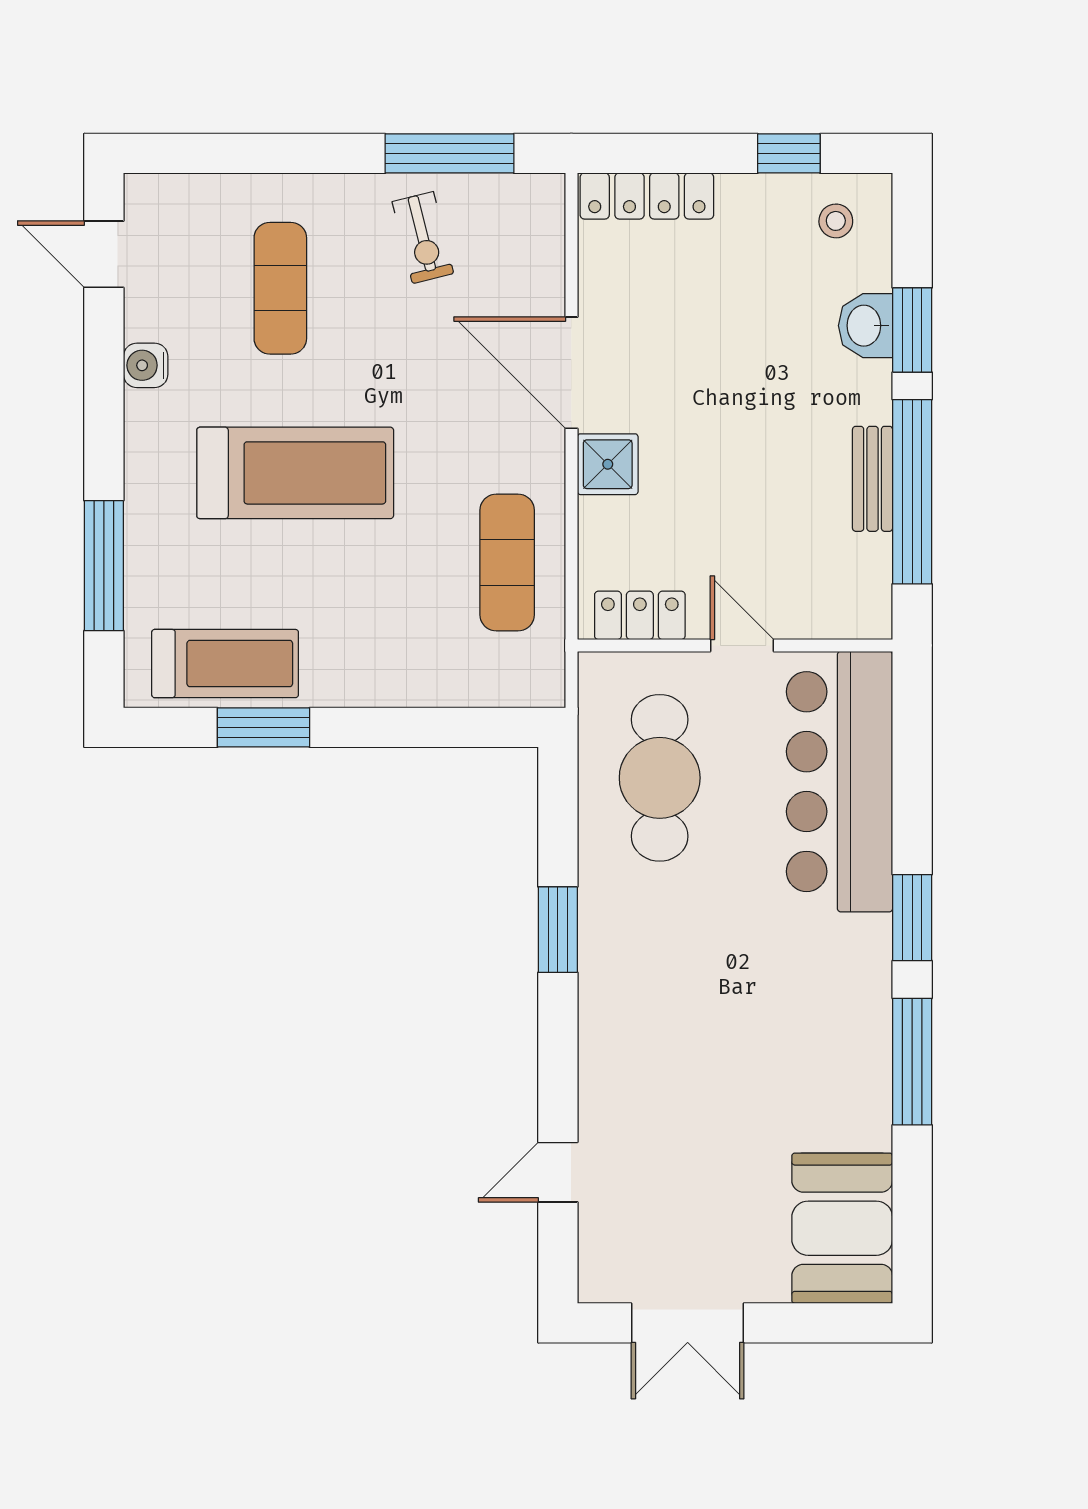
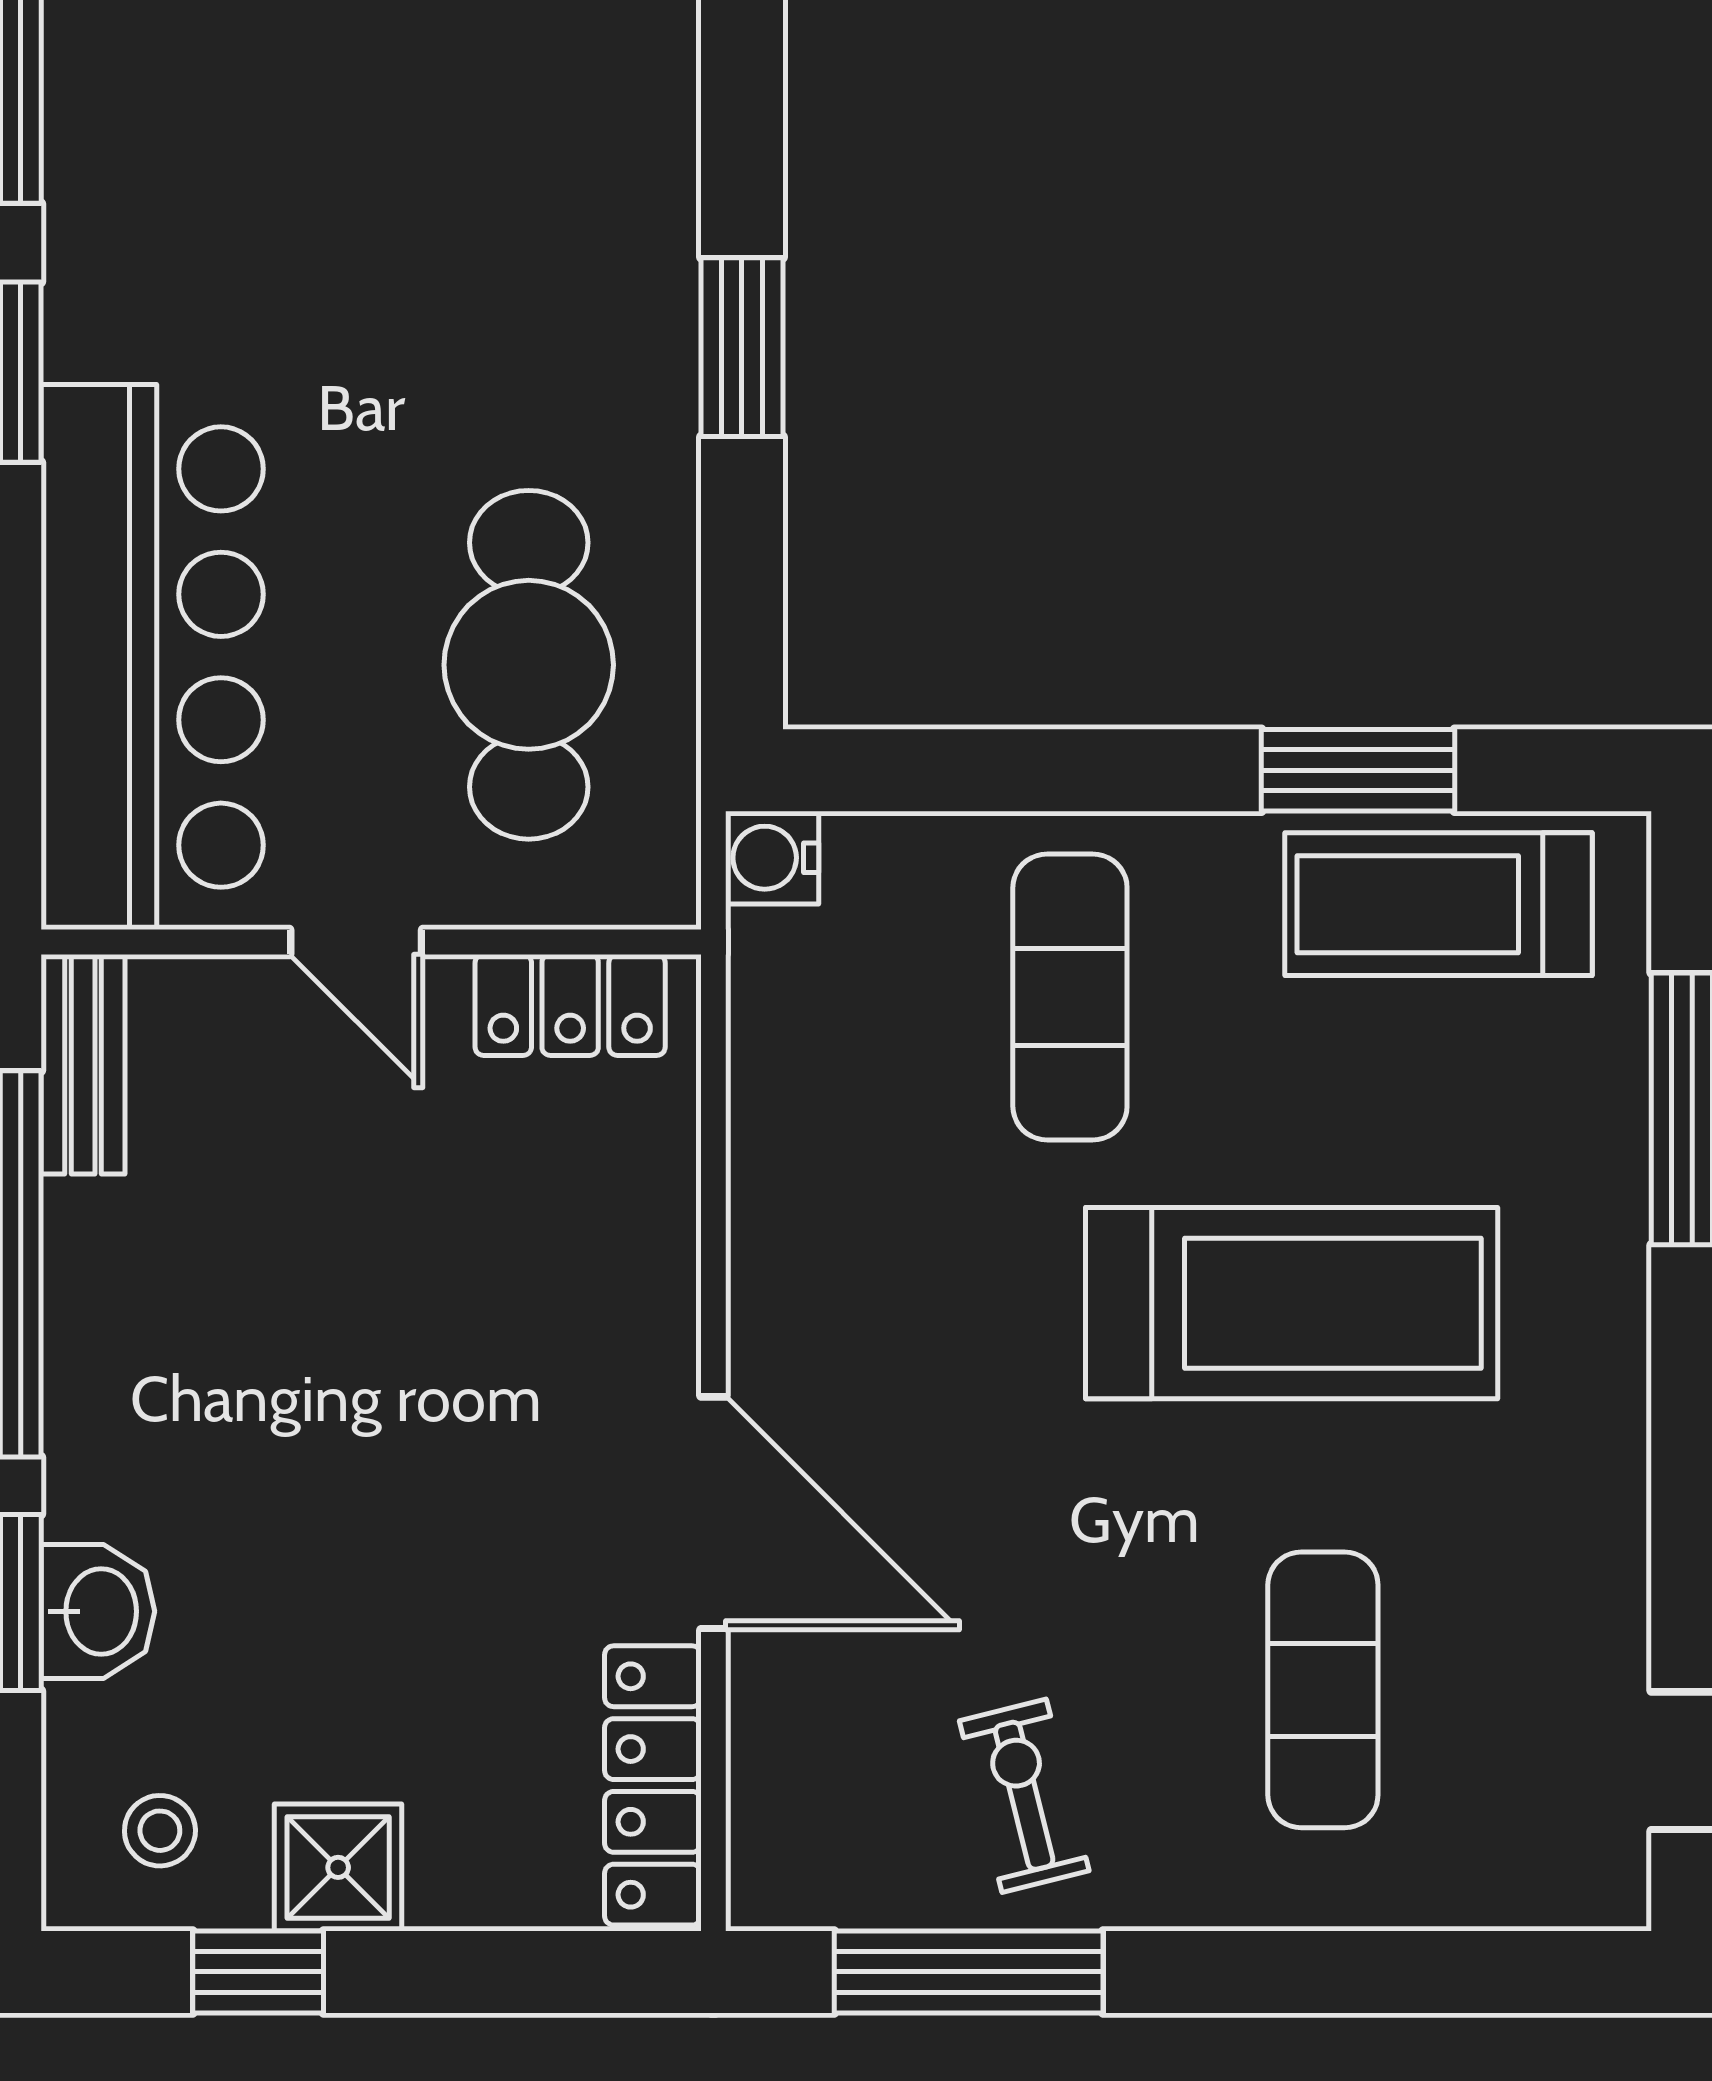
locker: (647, 196) -> (653, 1785), moved, turned -90
water cooler: (146, 365) -> (772, 858), moved, turned 180
shower: (608, 464) -> (338, 1867), moved
treadmill: (295, 473) -> (1292, 1303), turned 180
bench: (873, 479) -> (83, 1064), moved
exercise mat: (507, 563) -> (1070, 997), moved

